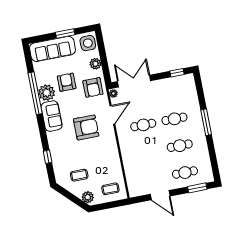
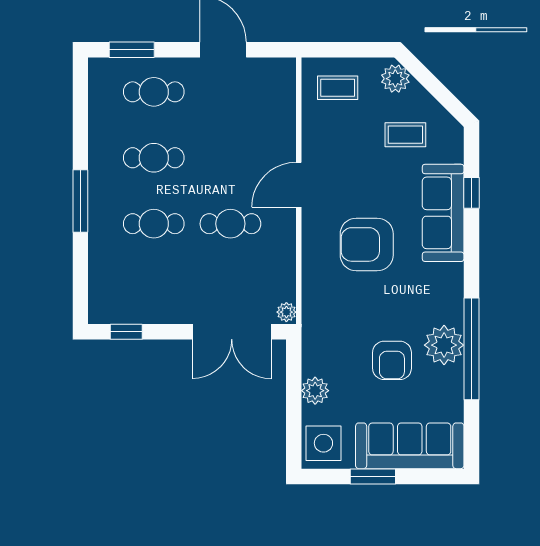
armchair: (93, 87) -> (332, 336), removed
door: (112, 115) -> (299, 185), moved
sofa: (52, 116) -> (443, 213), moved, width x1.36

